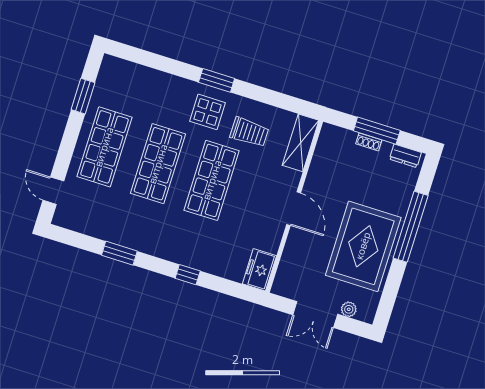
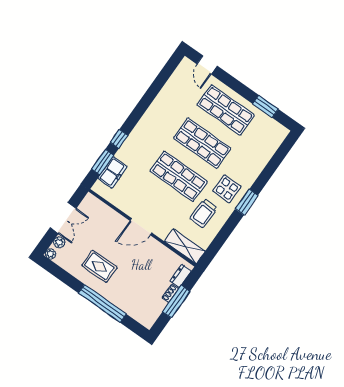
dresser: (405, 156) -> (181, 276), moved
door: (53, 191) -> (207, 65), swing flipped
rug: (363, 246) -> (99, 266), width x0.54, depth x0.49
window: (119, 253) -> (103, 162), moved
freezer: (259, 270) -> (113, 173), moved, turned 90
double door: (315, 315) -> (63, 218), swing flipped
plant: (368, 316) -> (50, 254), added

